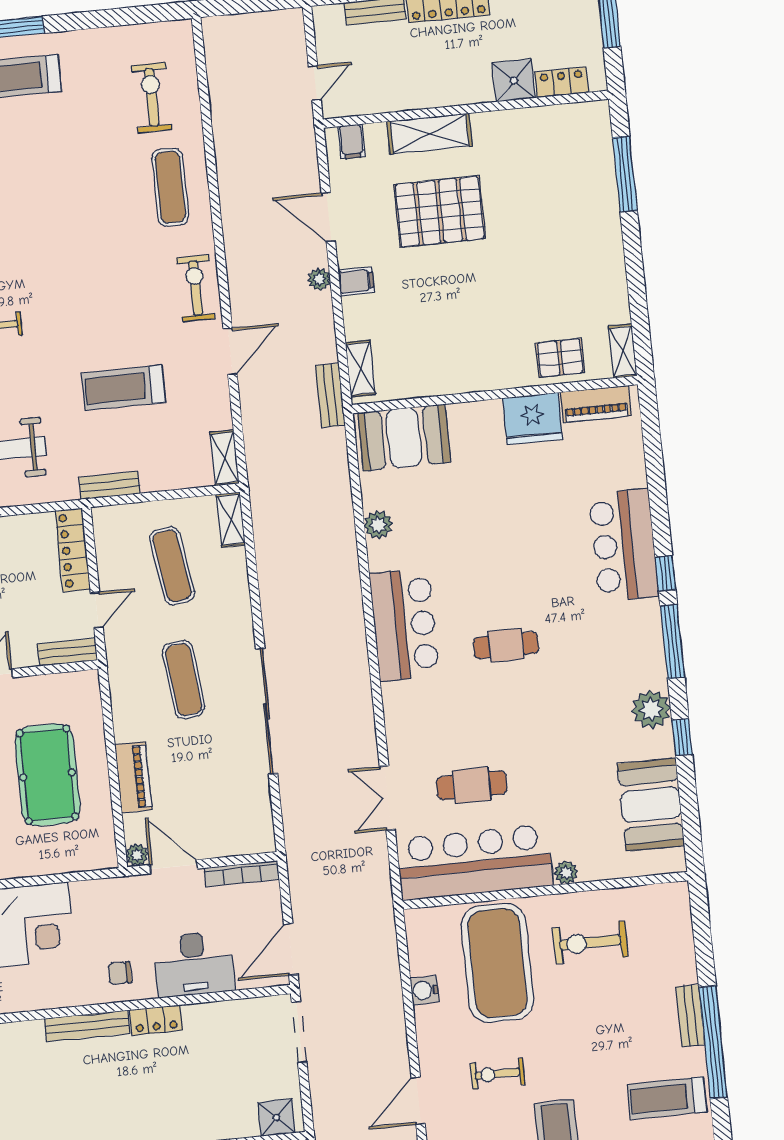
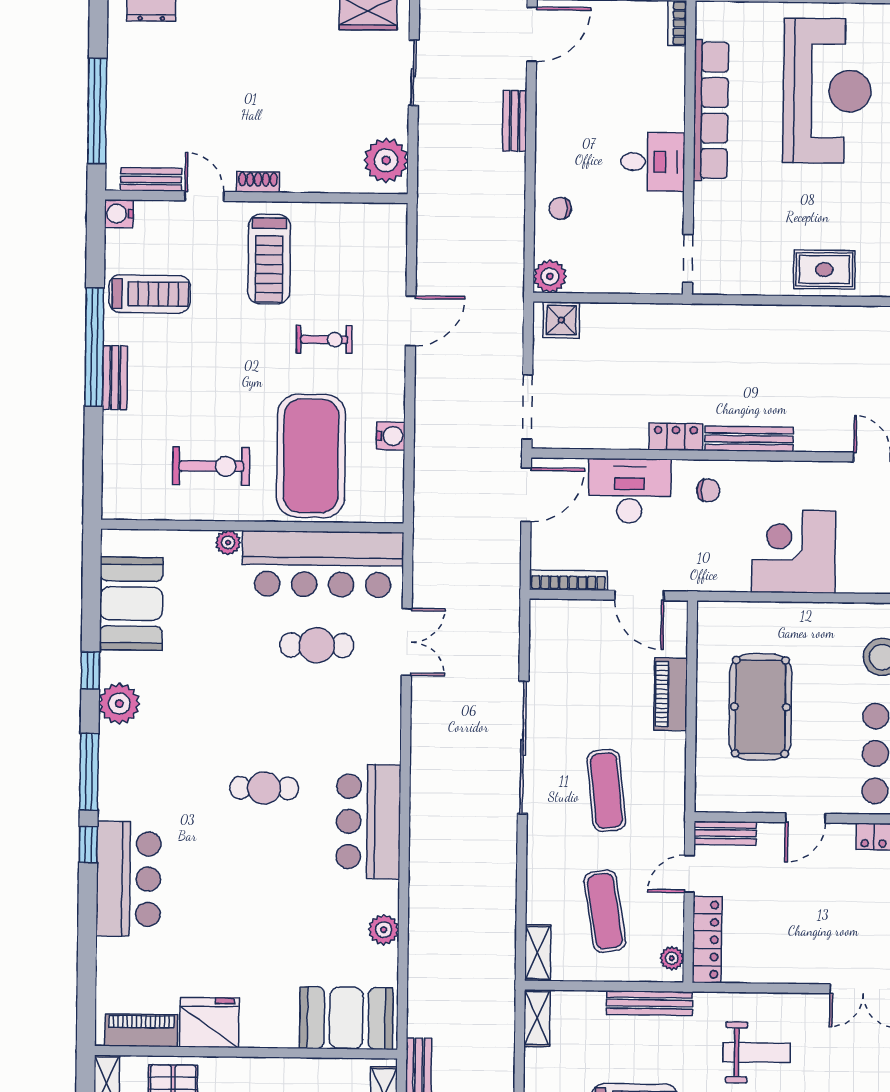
bench: (109, 485) -> (650, 1003), width x1.36
plant: (137, 855) -> (672, 958), moved

